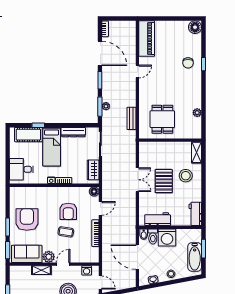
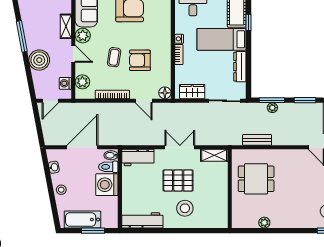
shelving: (197, 152) -> (214, 155), moved
double door: (137, 180) -> (180, 147), swing flipped
workbench: (195, 214) -> (142, 220), width x1.38
workbench: (158, 219) -> (138, 158), moved, turned 90
plant: (85, 257) -> (82, 82), added

